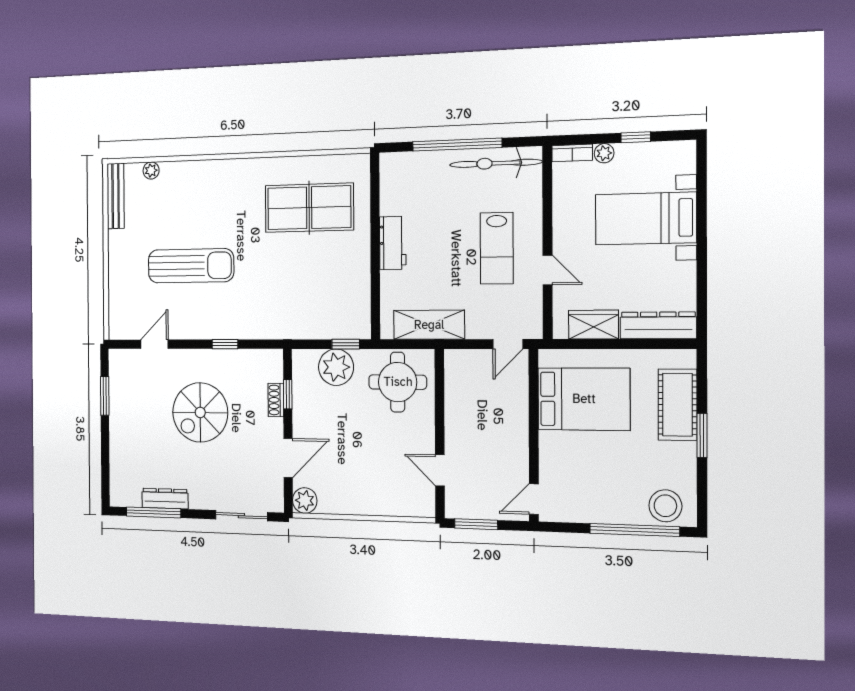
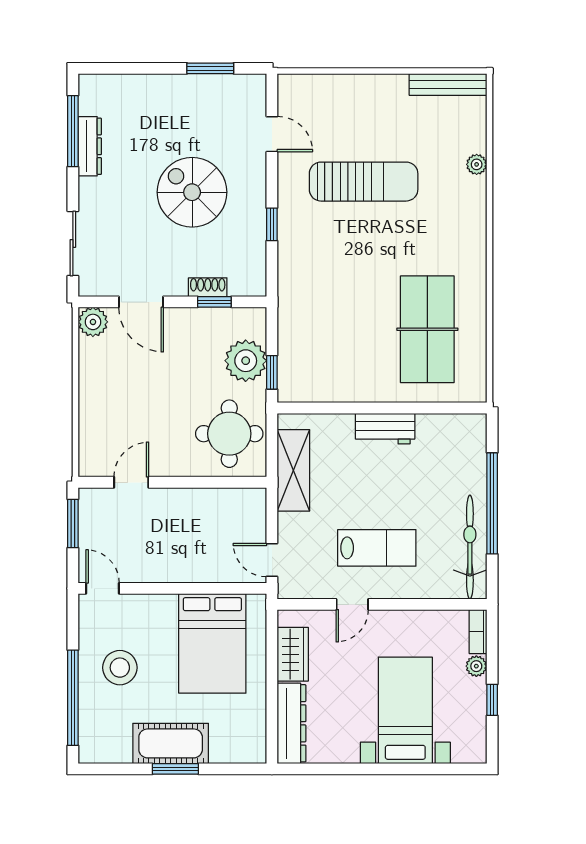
plant: (151, 170) -> (477, 164), moved
lab bench: (497, 248) -> (377, 548), turned 180
sun lounger: (191, 266) -> (364, 182), turned -90
cot: (678, 405) -> (171, 743), moved
stool: (665, 506) -> (120, 668), moved

